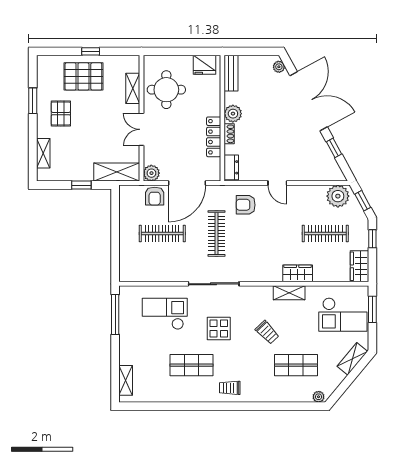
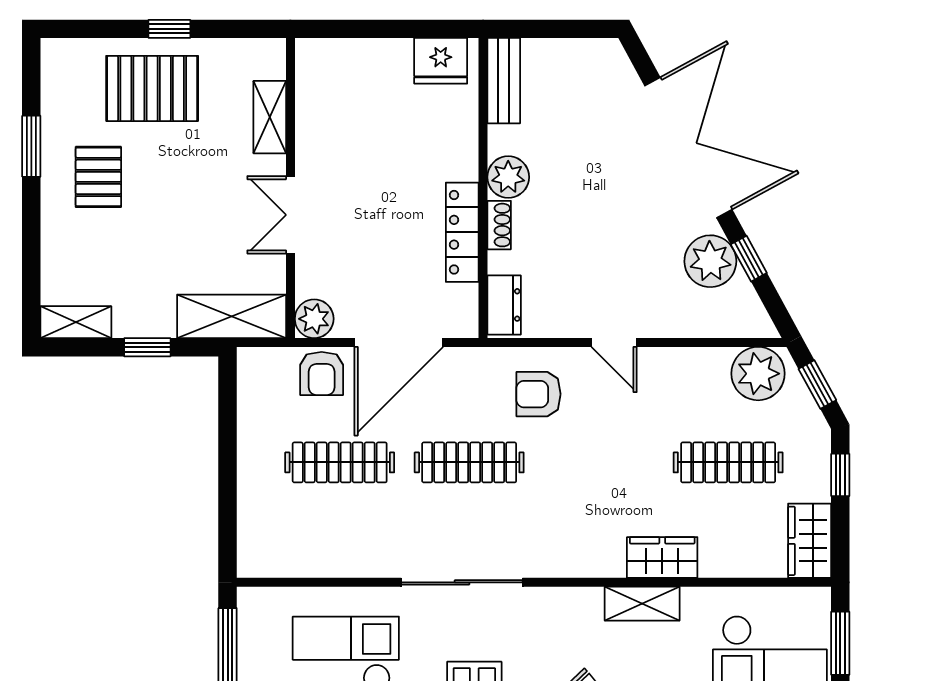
plant: (279, 67) -> (710, 261), moved, width x1.87, depth x1.87
round table: (166, 90) -> (350, 120), removed
shelving: (43, 153) -> (76, 322), moved, turned 90
clothes rail: (217, 233) -> (469, 462), turned 90

